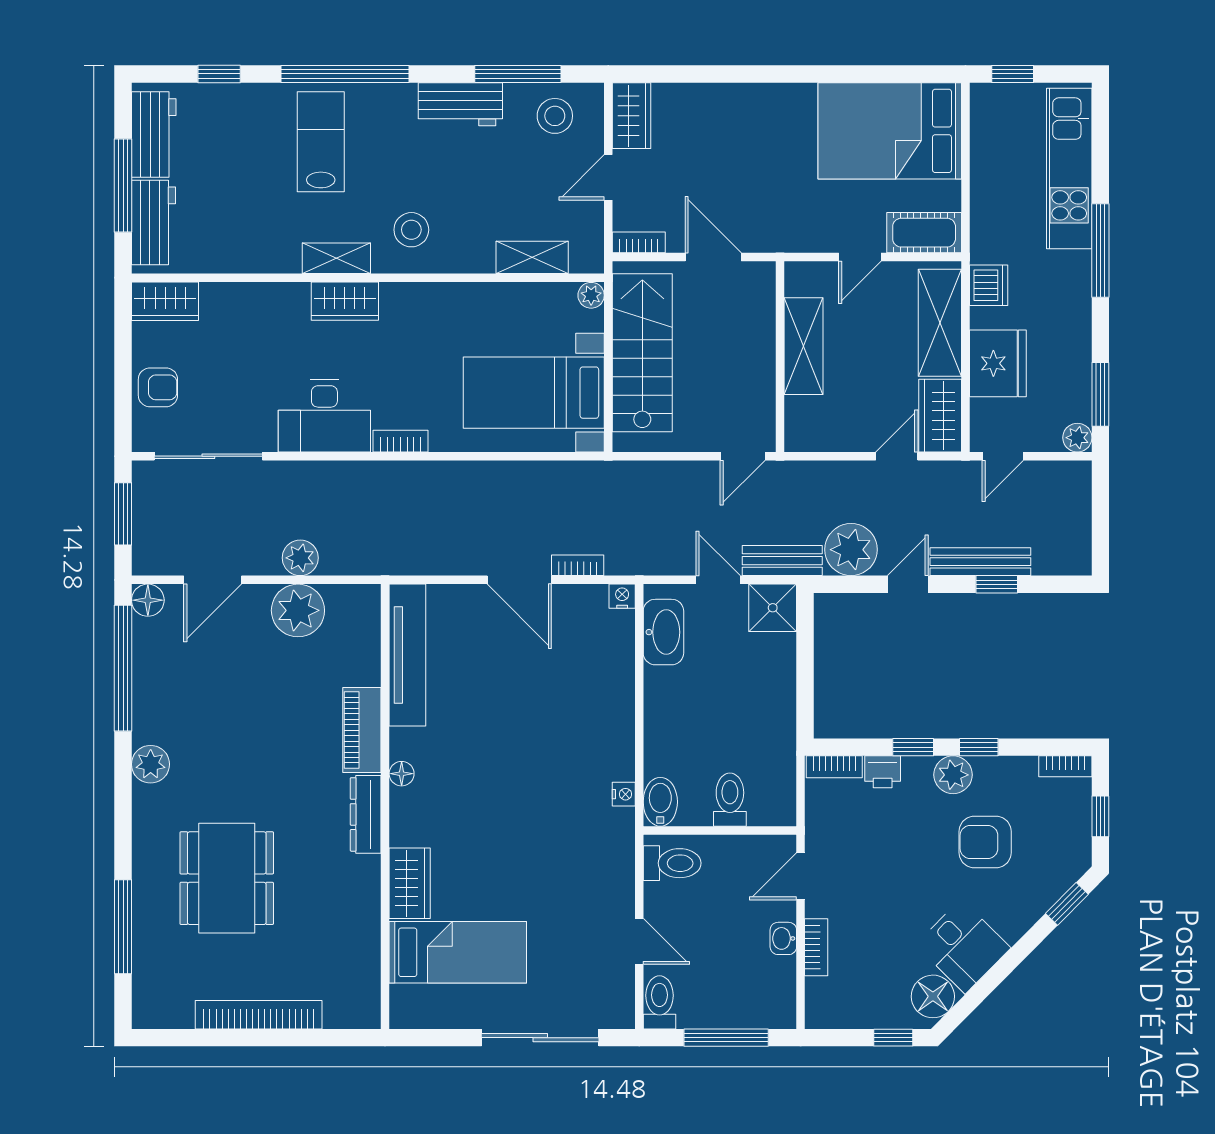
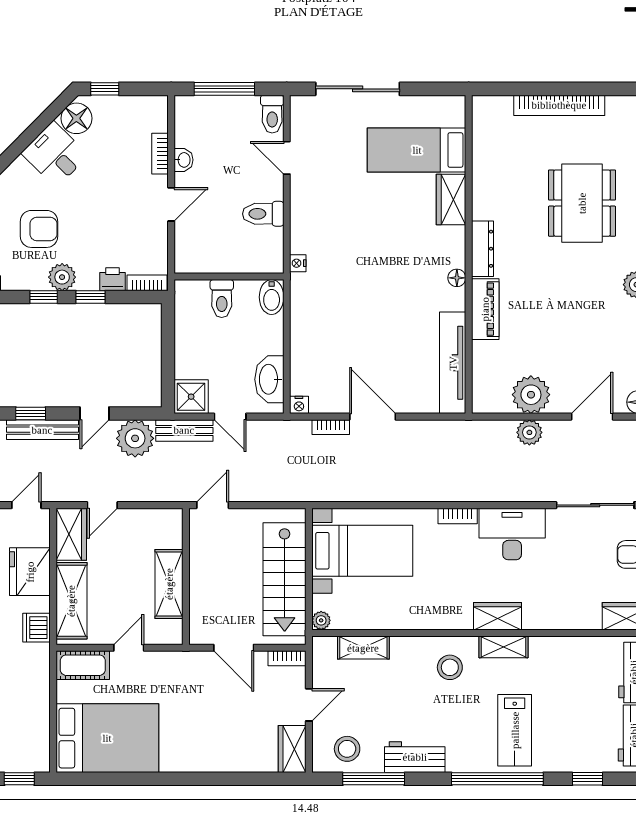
toilet: (730, 800) -> (222, 299), moved
bidet: (660, 802) -> (272, 297), moved
wall: (720, 831) -> (229, 276), moved

